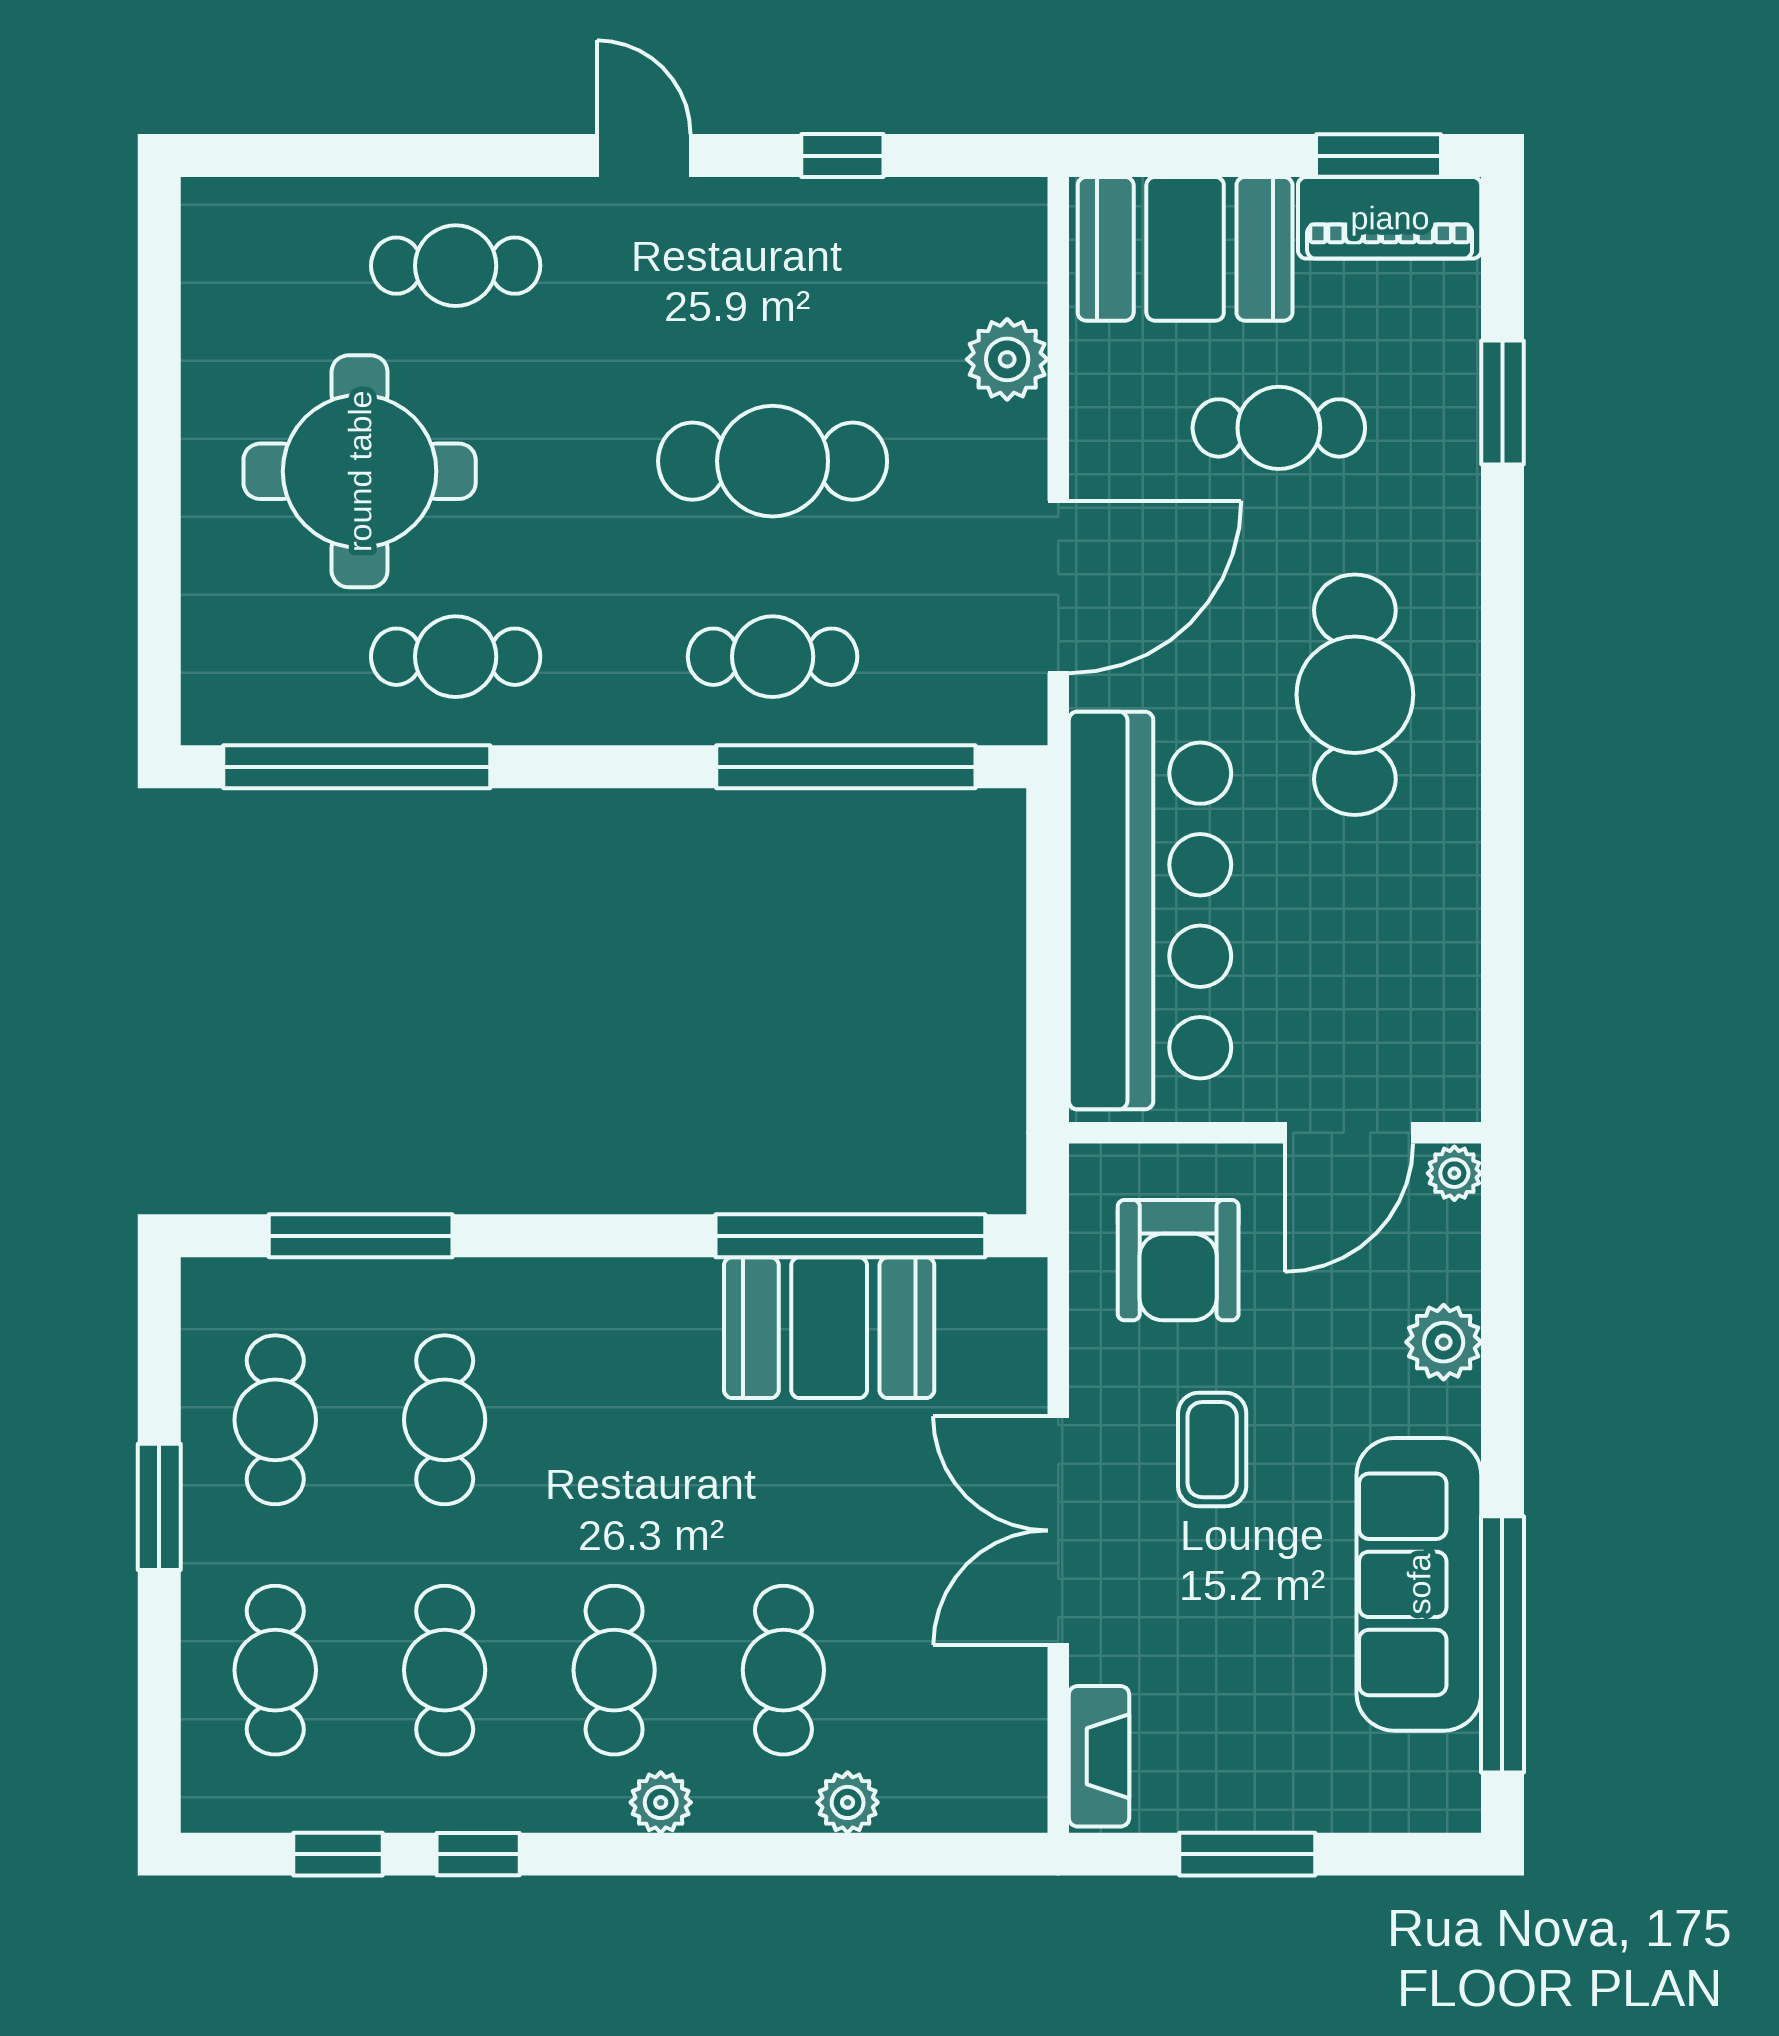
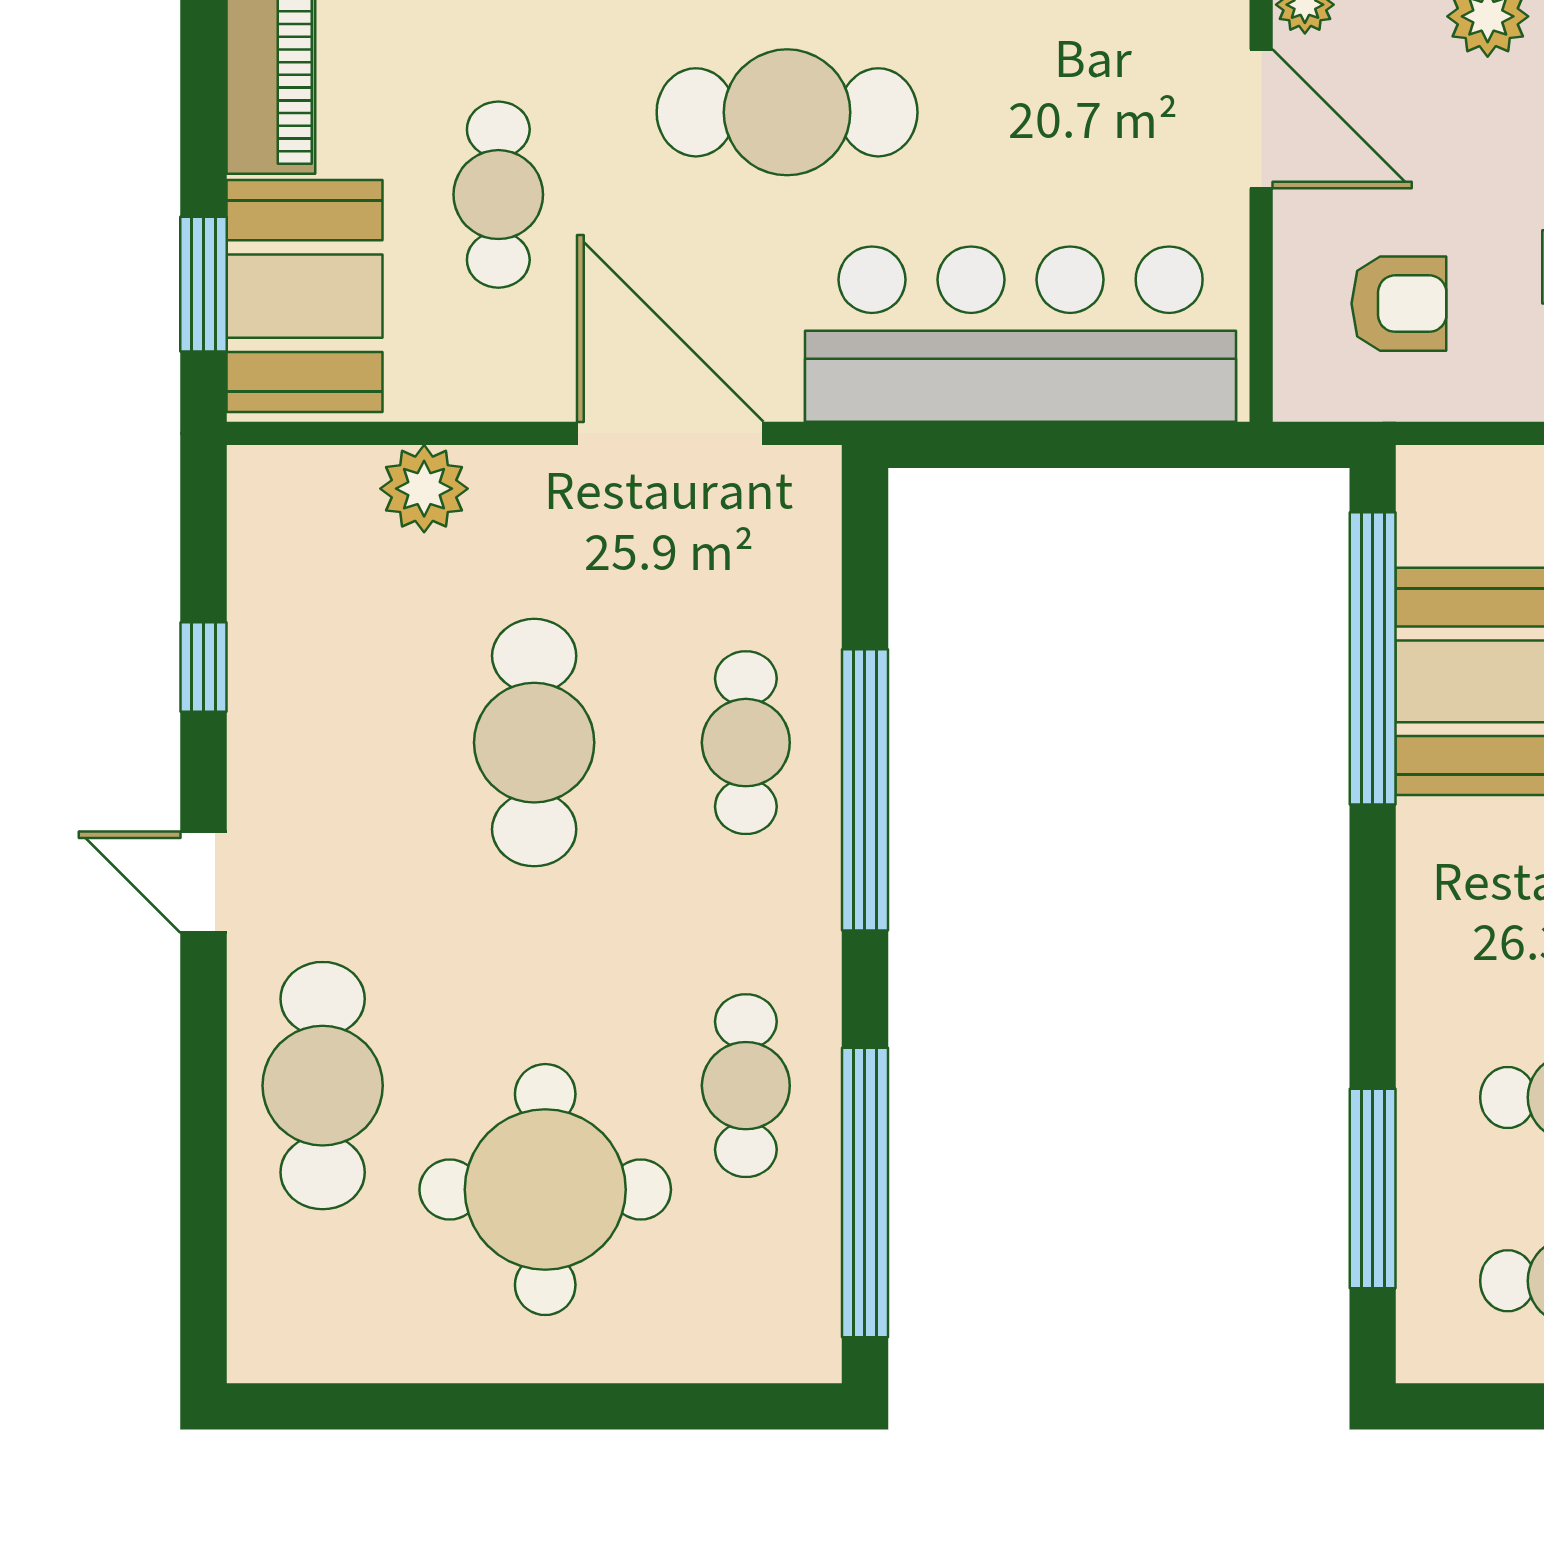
door: (644, 156) -> (203, 882), hinge flipped
window: (1378, 156) -> (203, 284), moved
cafe table: (456, 266) -> (323, 1086), width x1.37, depth x1.35
window: (846, 767) -> (865, 790), moved
armchair: (1178, 1260) -> (1399, 304), width x0.72, depth x0.72

